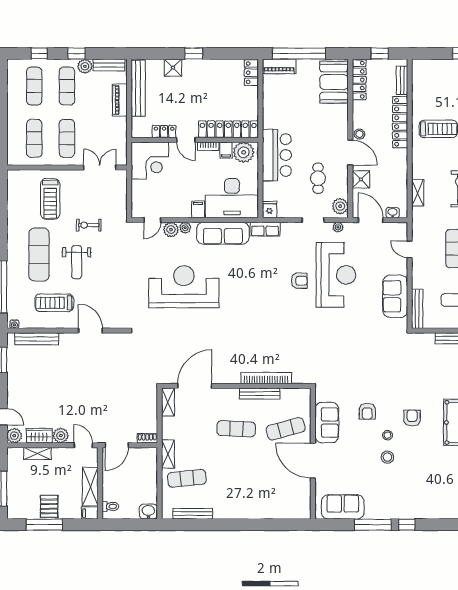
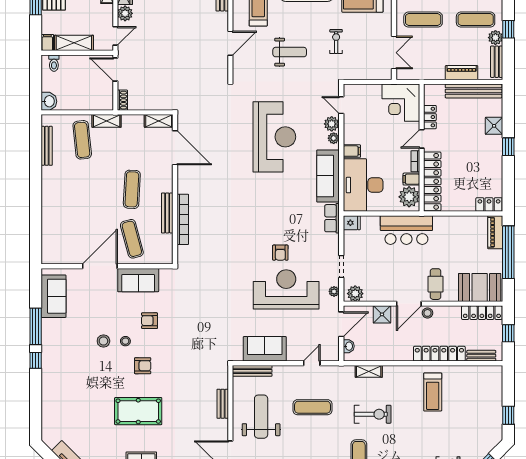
cafe table: (318, 178) -> (436, 284), moved, turned 90
weight bench: (77, 262) -> (290, 52), moved, turned 180
reception desk: (336, 275) -> (286, 289), turned 180

